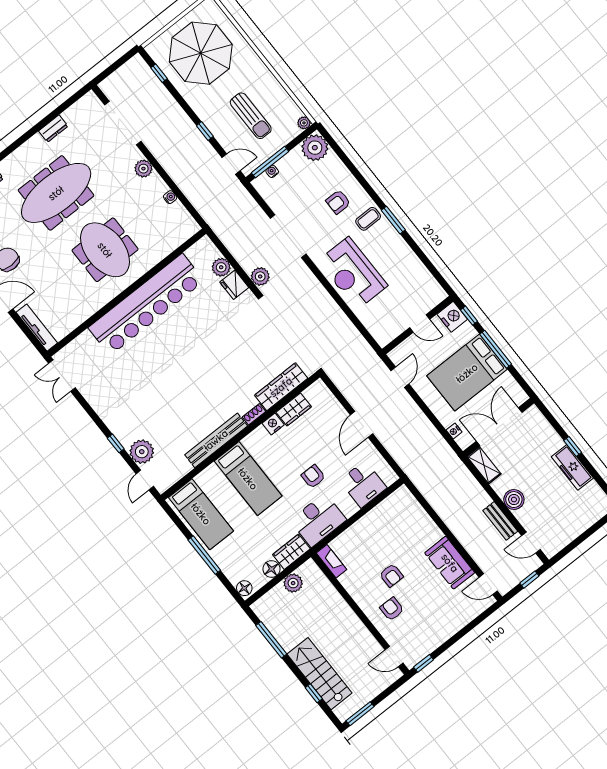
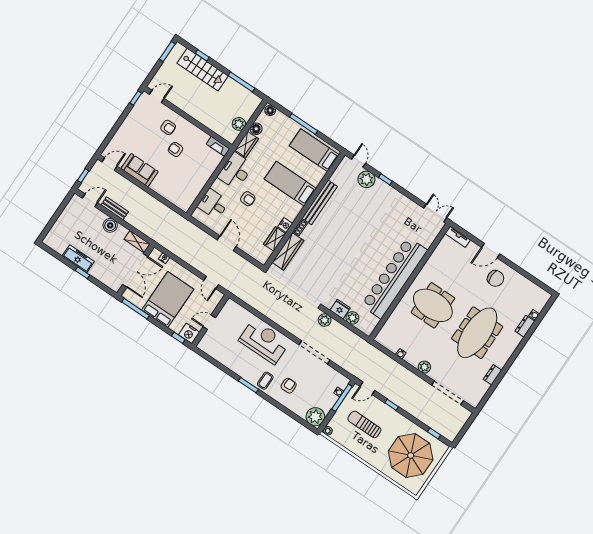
tv unit: (37, 328) -> (458, 237), width x0.71
window: (496, 349) -> (136, 309), moved

